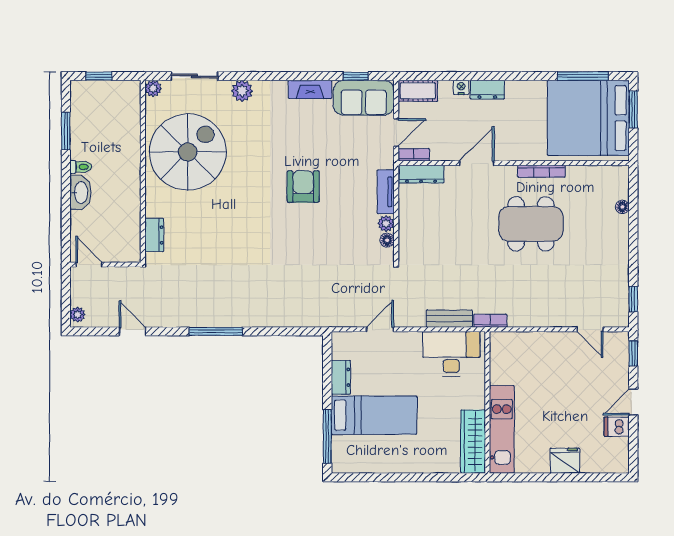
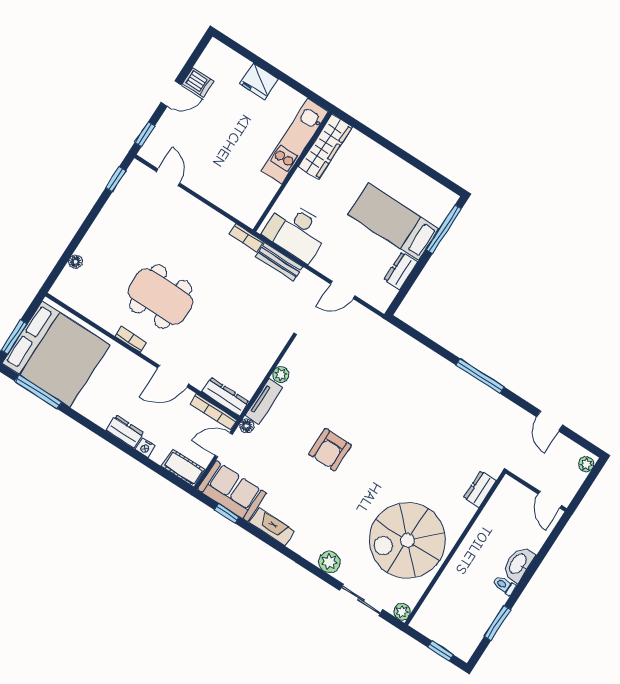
bookcase: (414, 155) -> (214, 412), width x1.56
bookcase: (541, 171) -> (131, 339), width x0.64
floor lamp: (387, 240) -> (247, 426), moved

